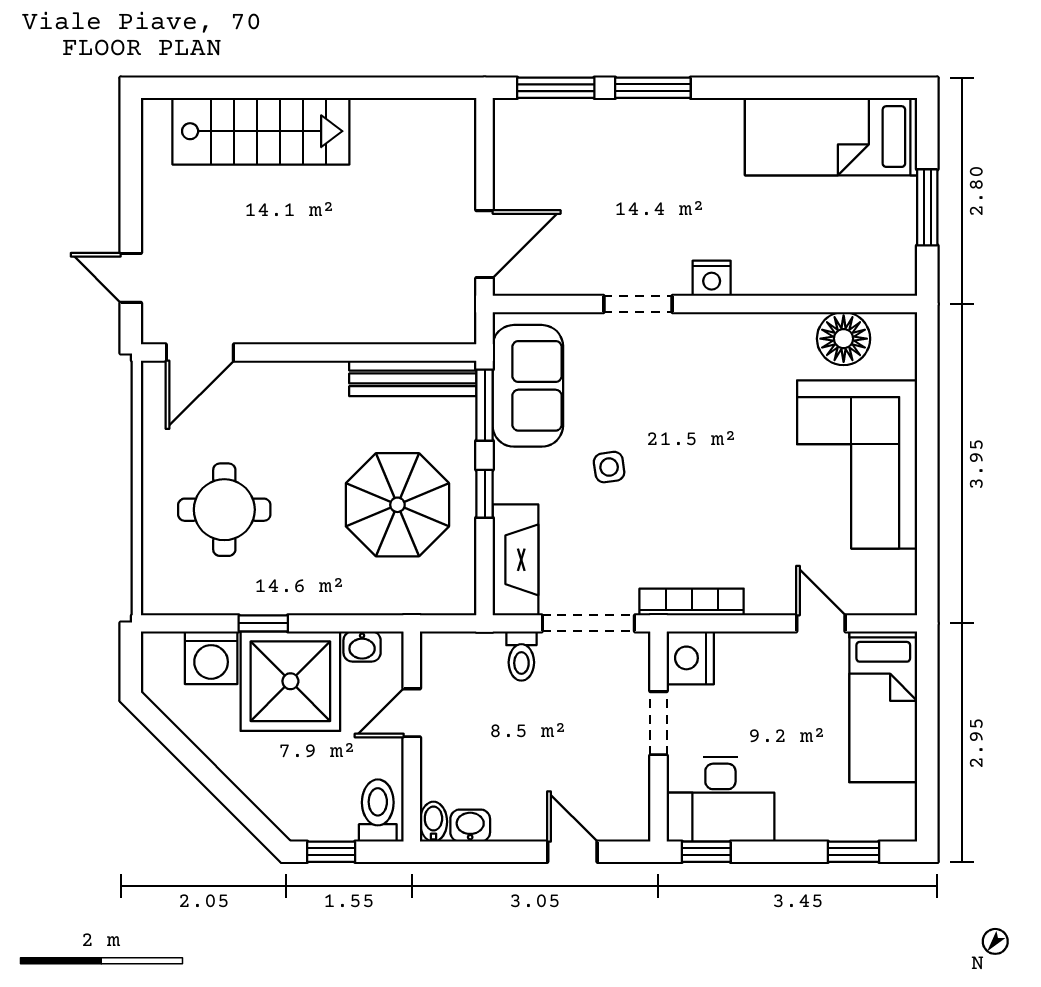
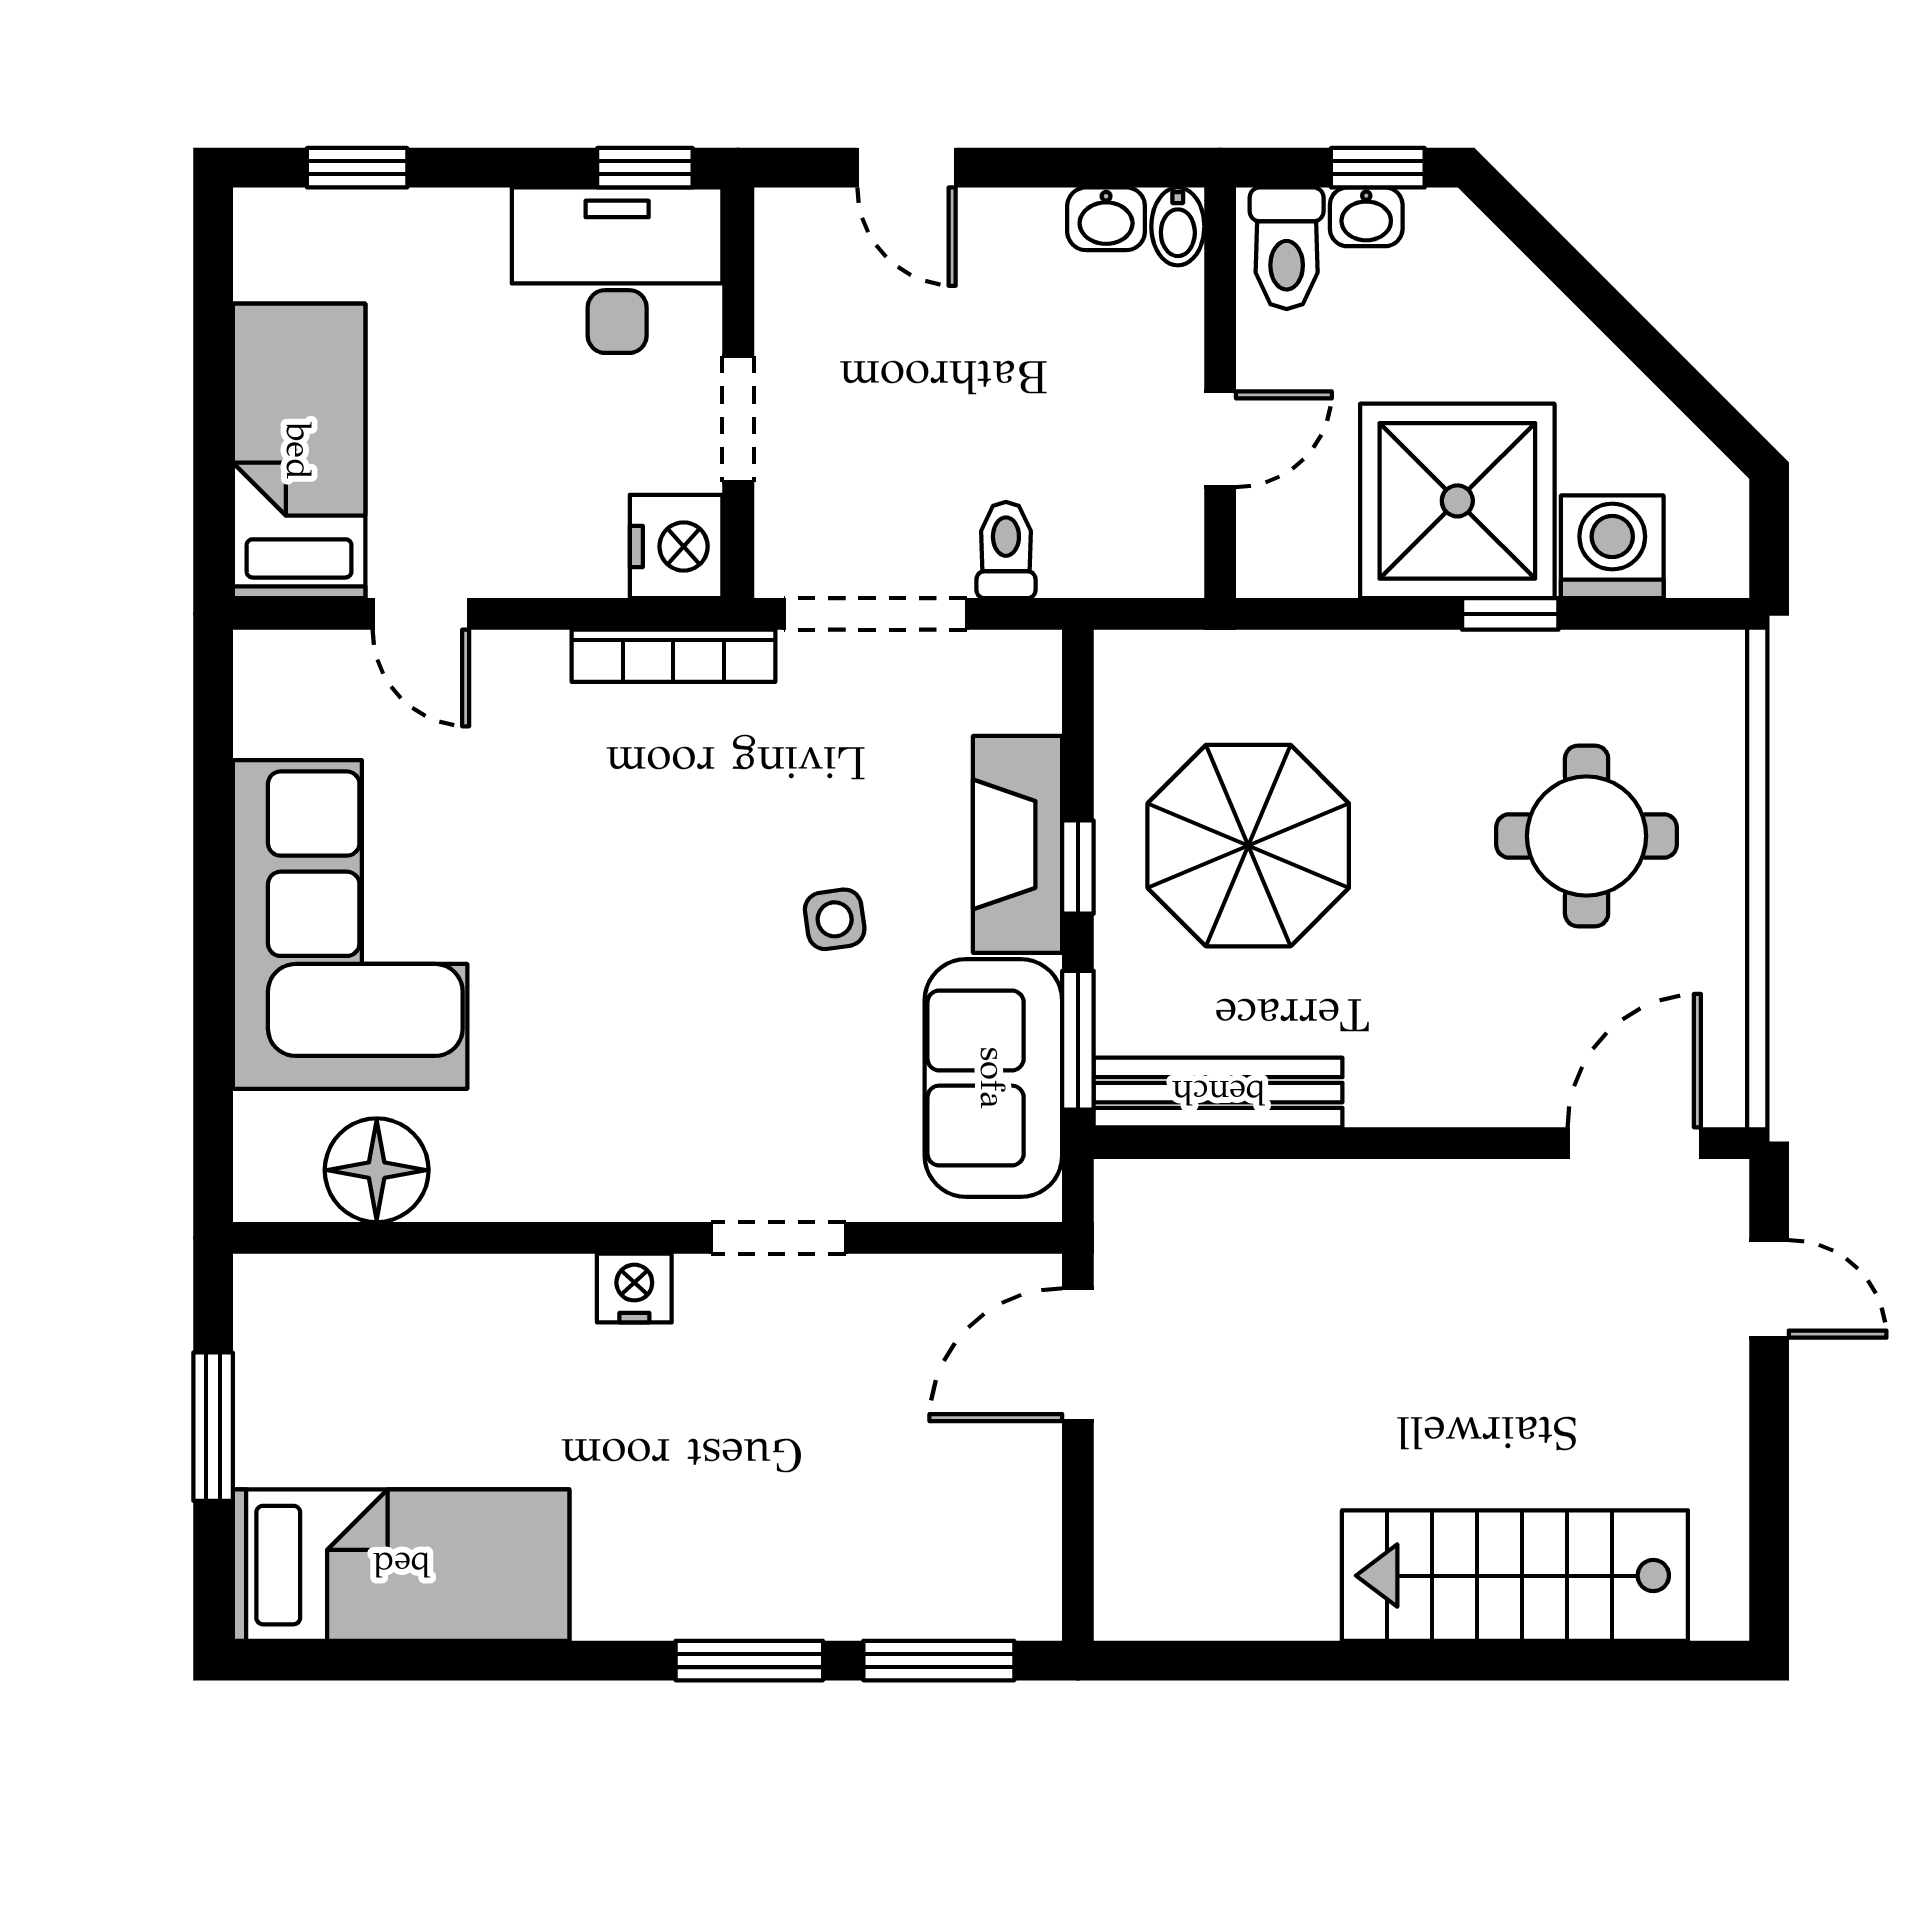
fireplace: (515, 560) -> (1018, 844), moved
washbasin: (362, 647) -> (1366, 217), moved, turned 180

